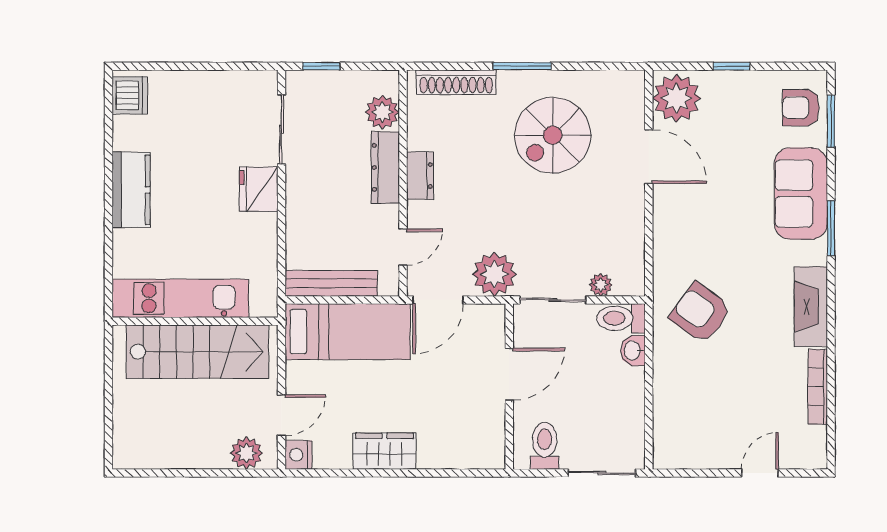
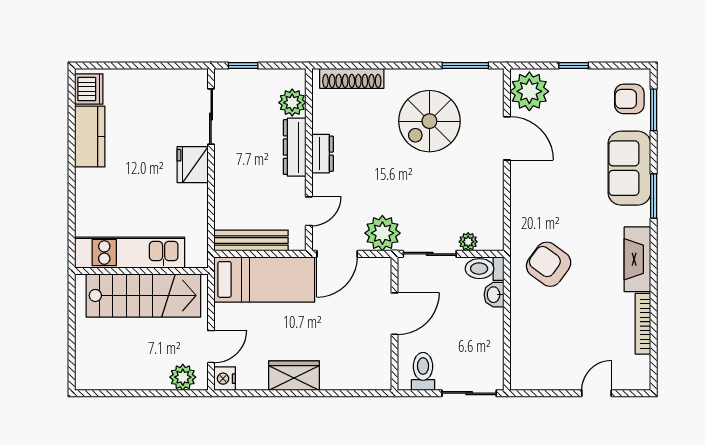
window: (522, 66) -> (465, 66), moved
kitchen counter: (131, 190) -> (90, 137), moved

